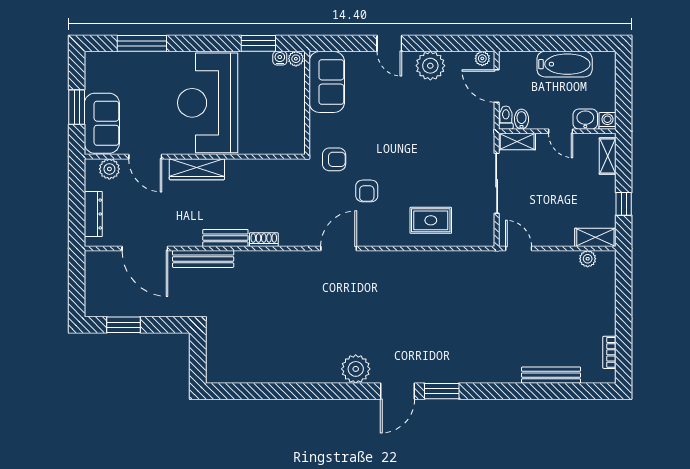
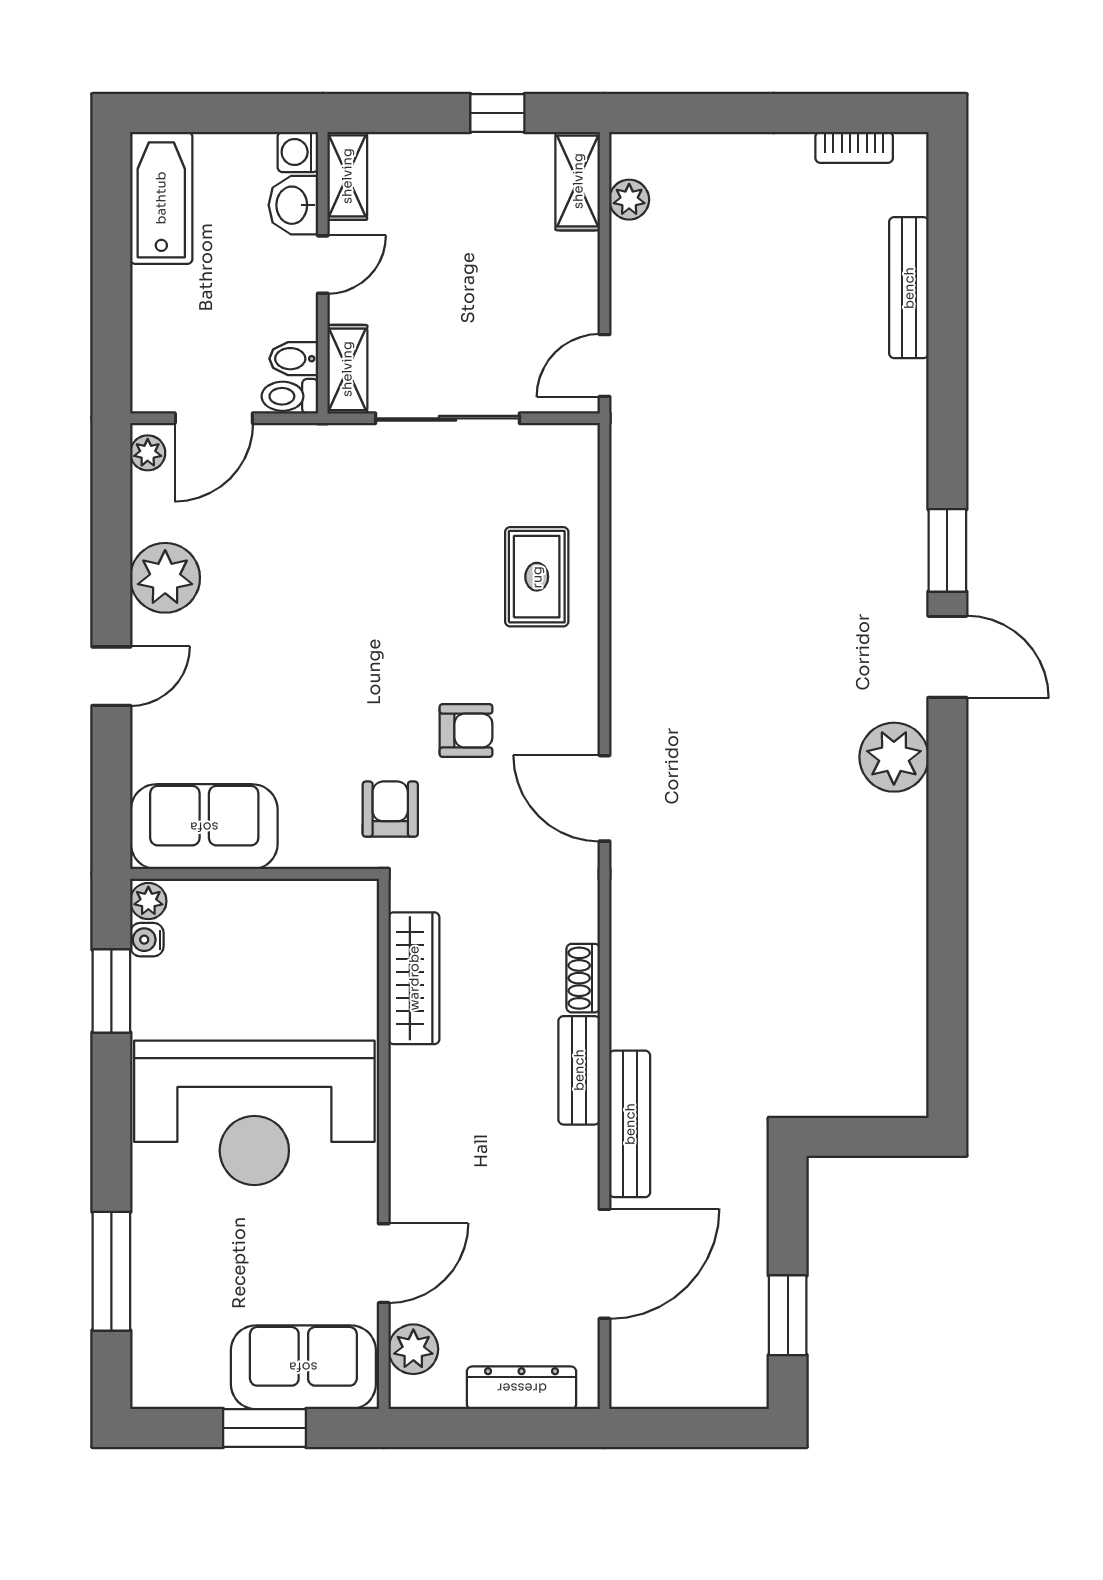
bathtub: (565, 64) -> (161, 198), moved
shelving: (608, 156) -> (347, 176), moved, turned 90
wardrobe: (197, 169) -> (414, 978), moved

